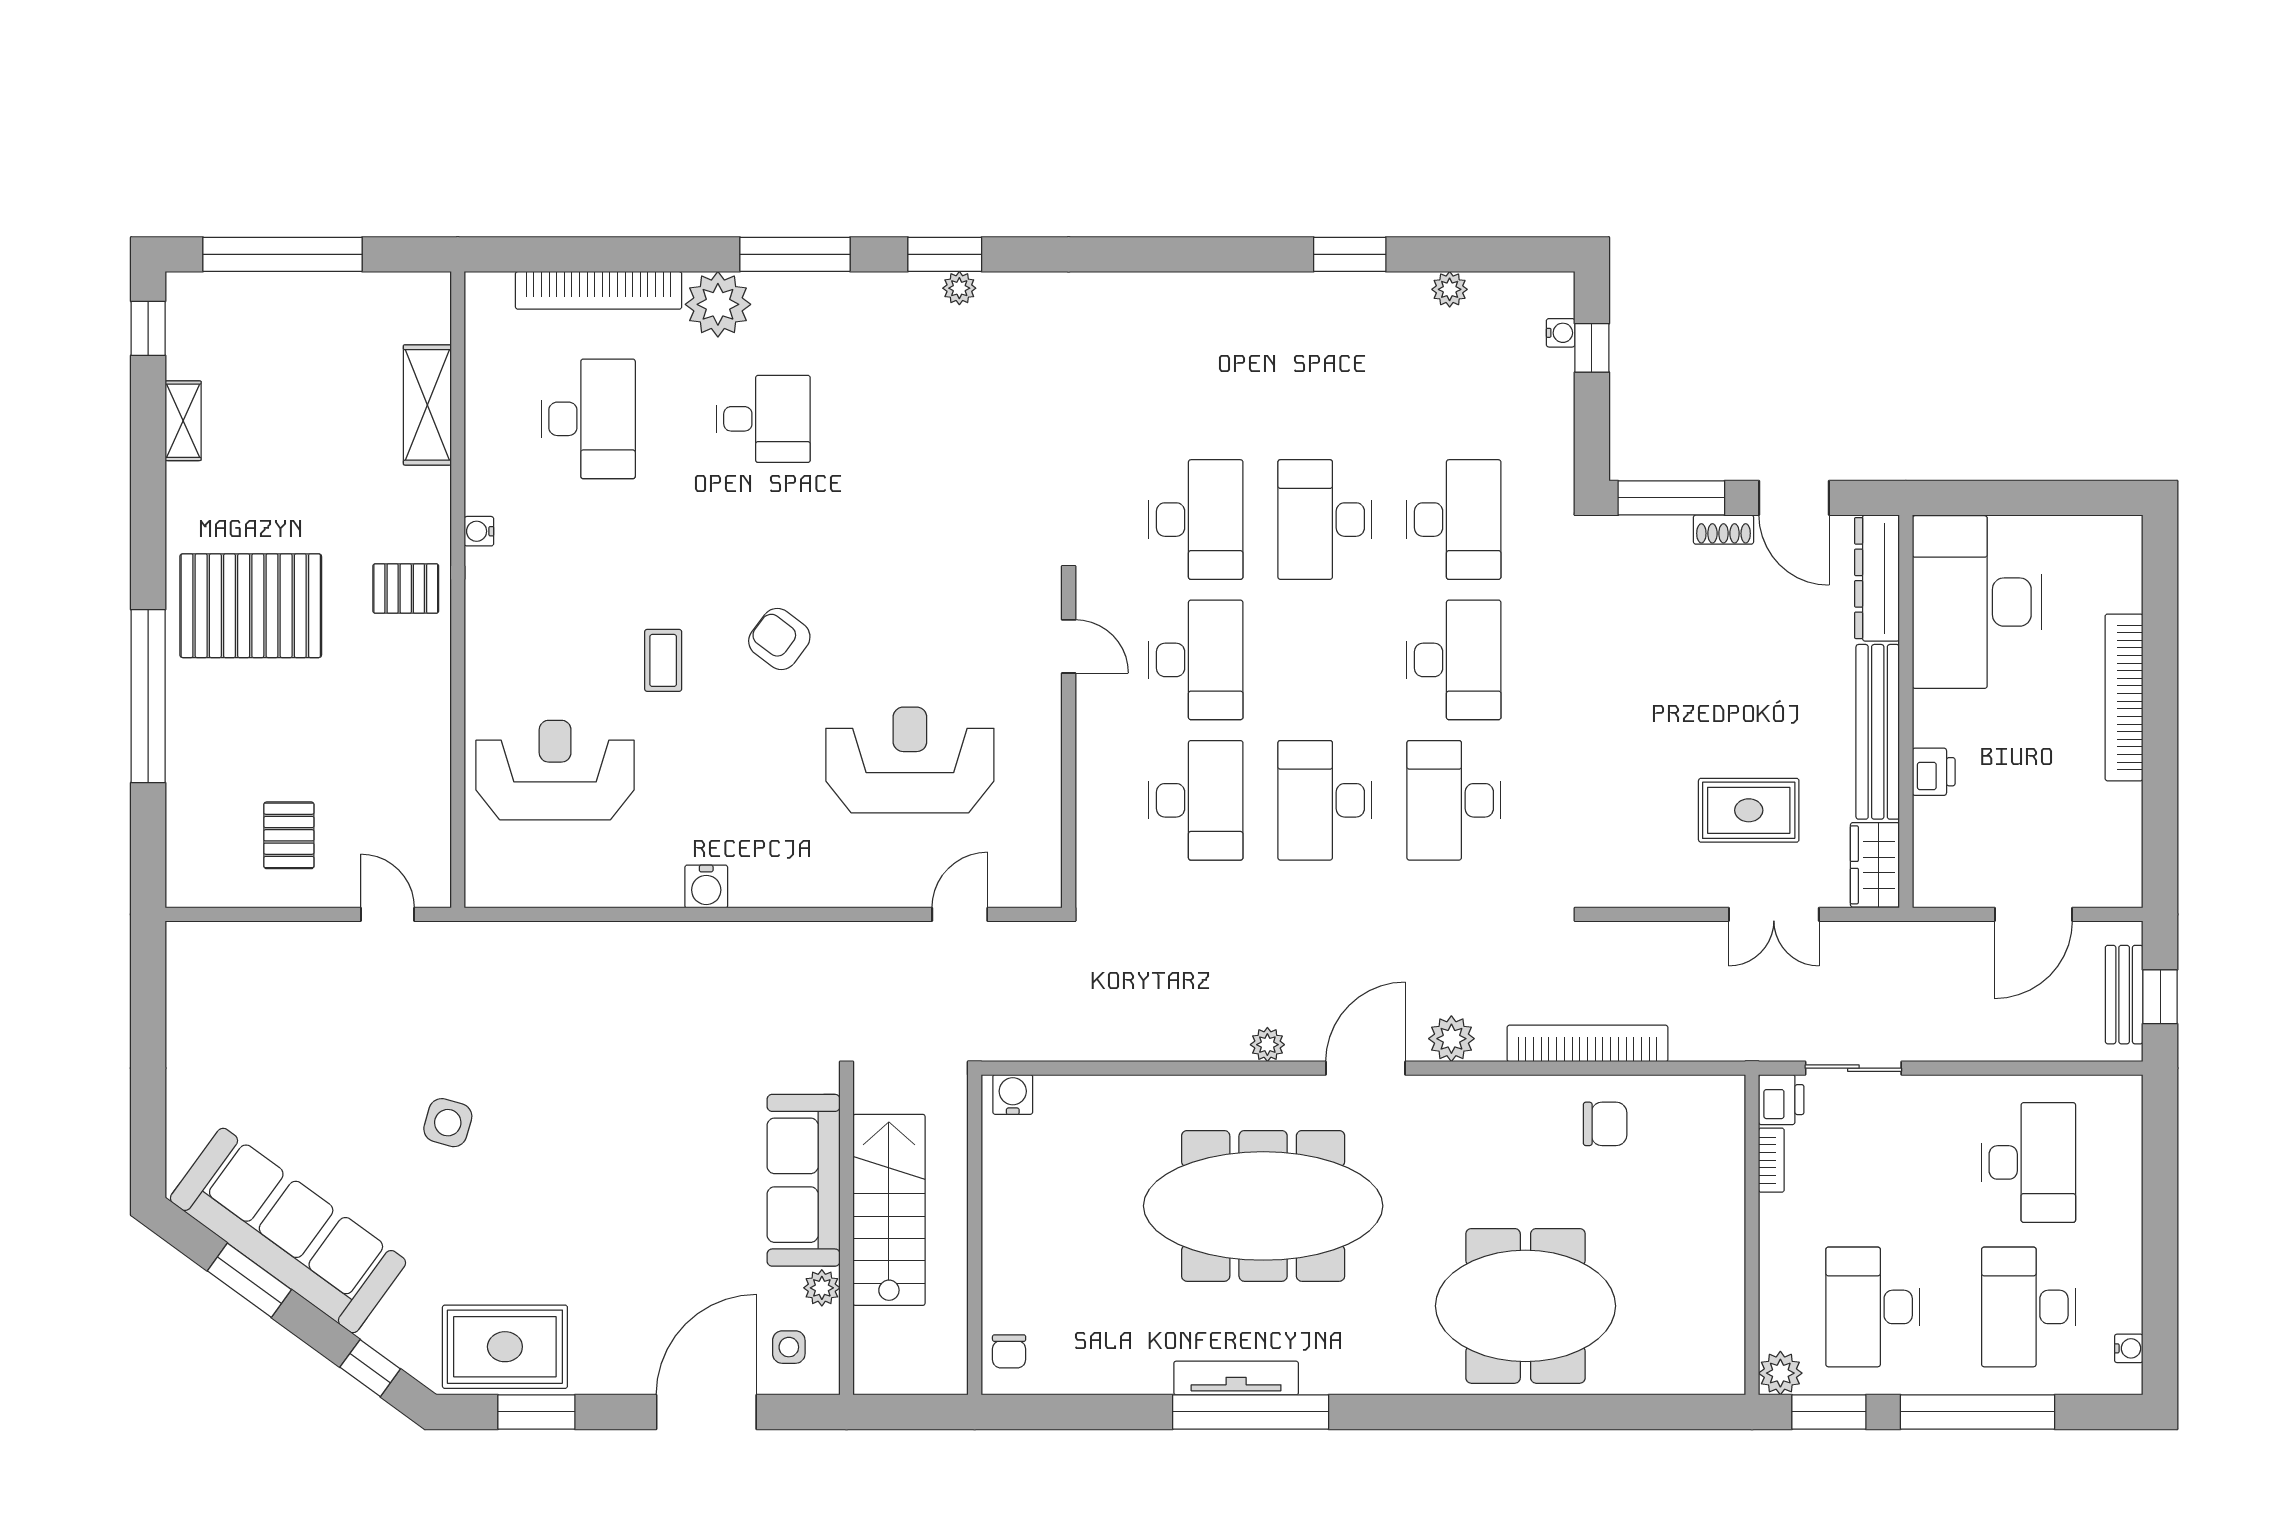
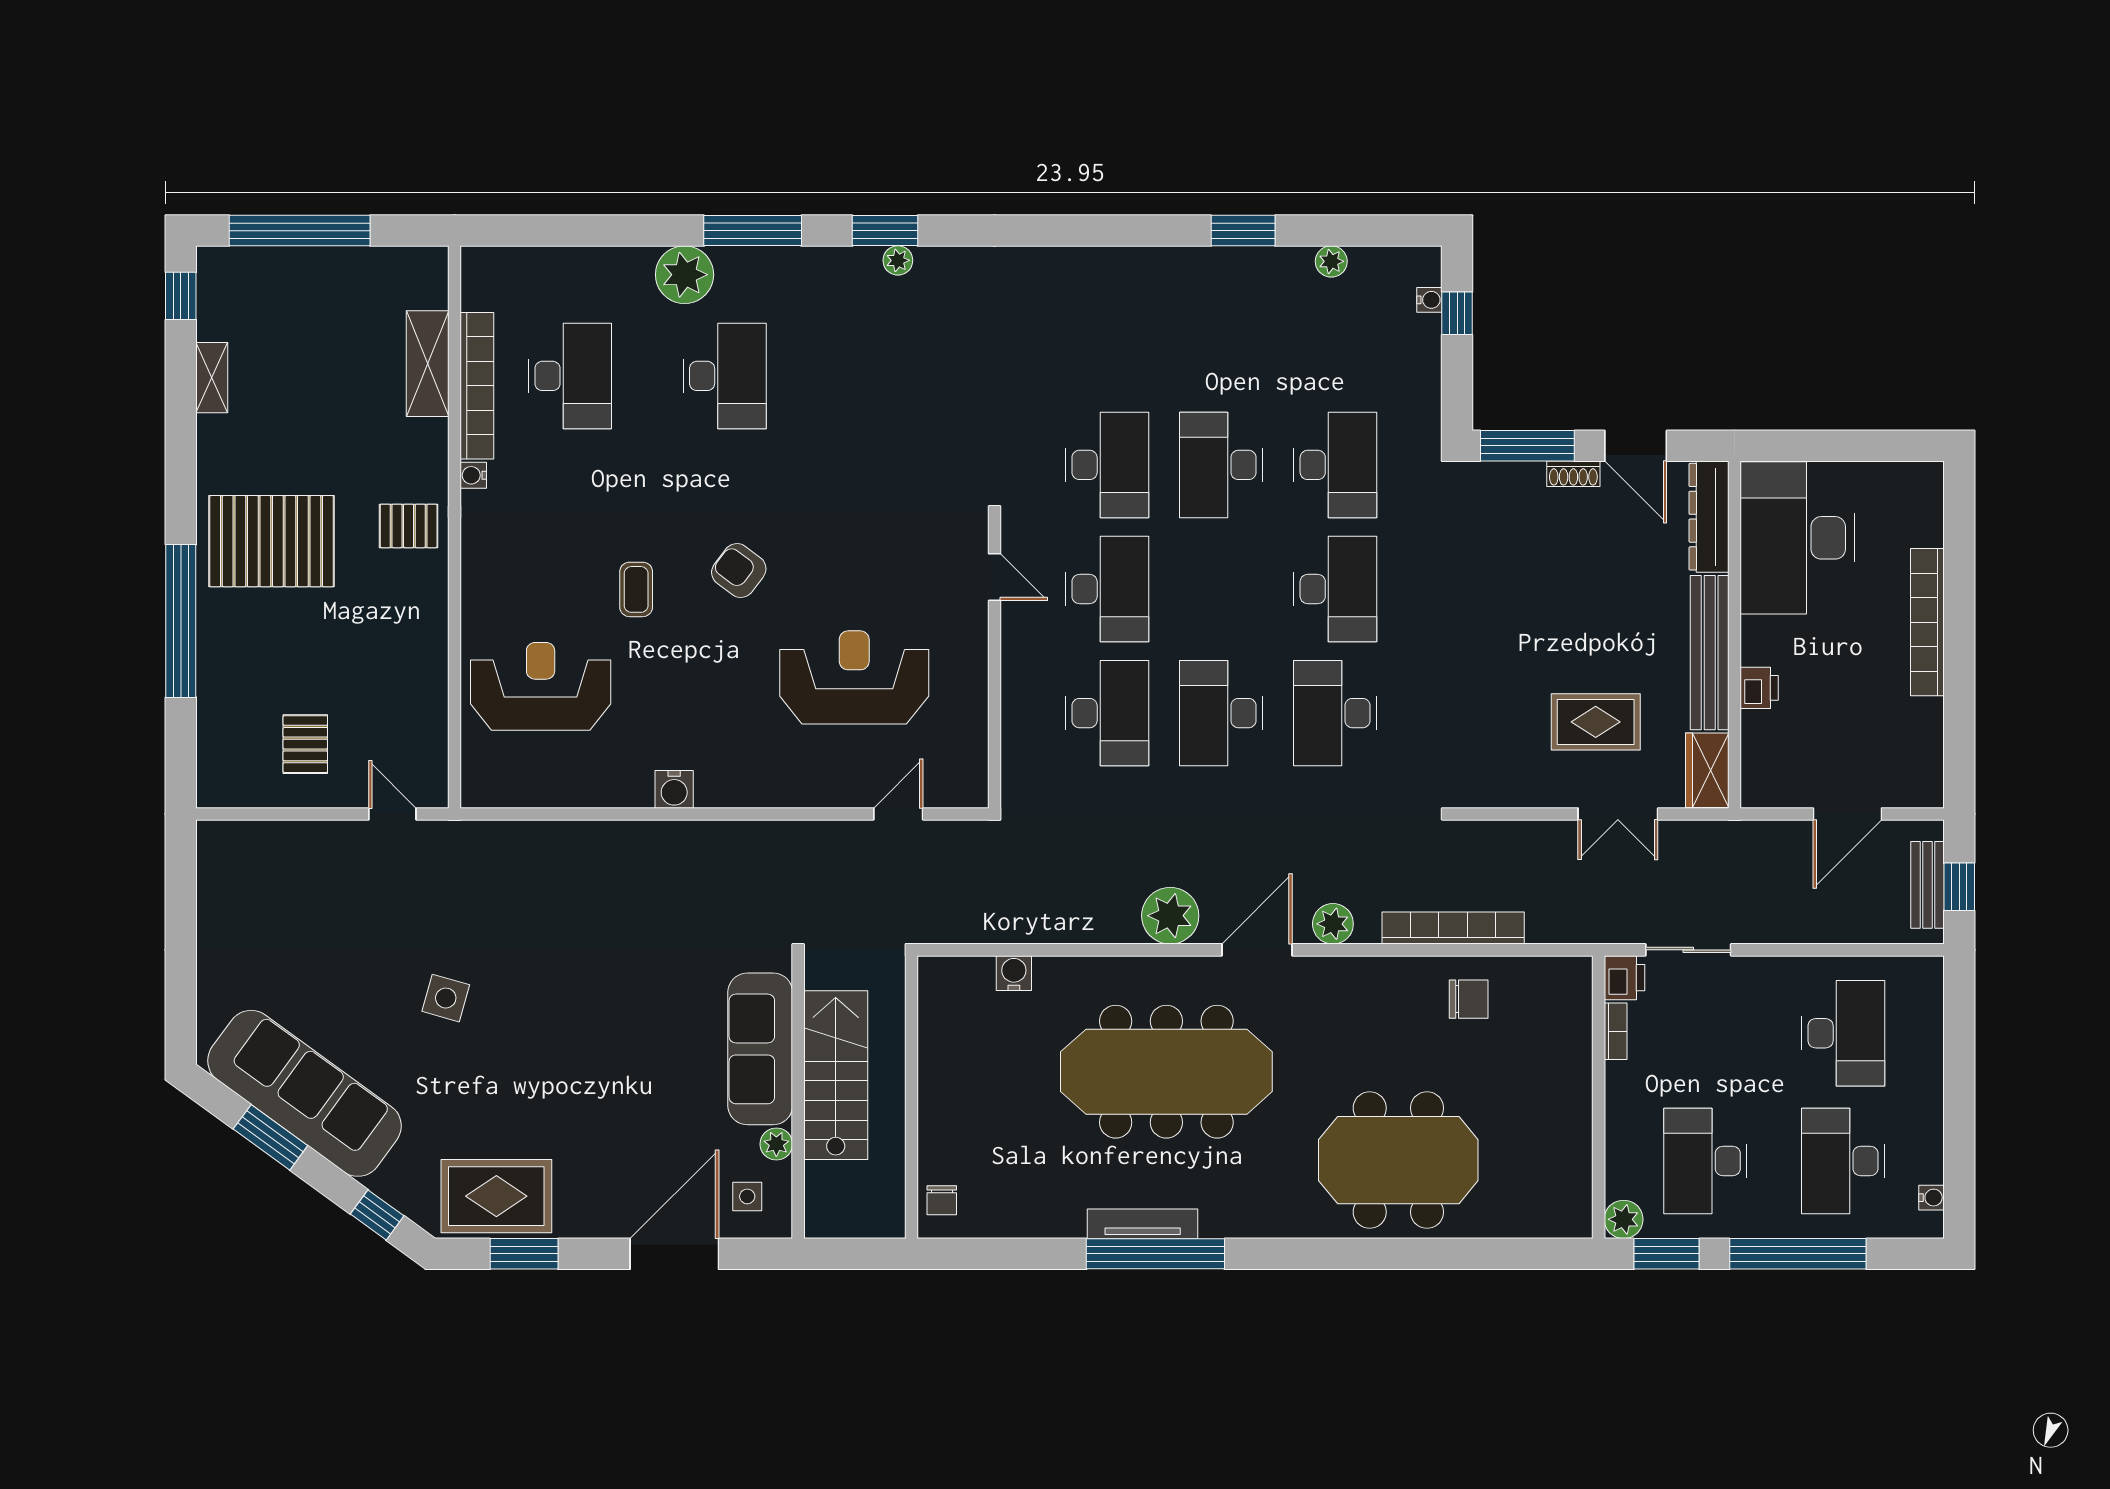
bookcase: (599, 290) -> (477, 386), moved, turned -90
desk: (763, 419) -> (725, 376), width x1.37
plant: (1267, 1045) -> (1170, 916), width x1.88, depth x1.88
water cooler: (1013, 1094) -> (1014, 973), moved

